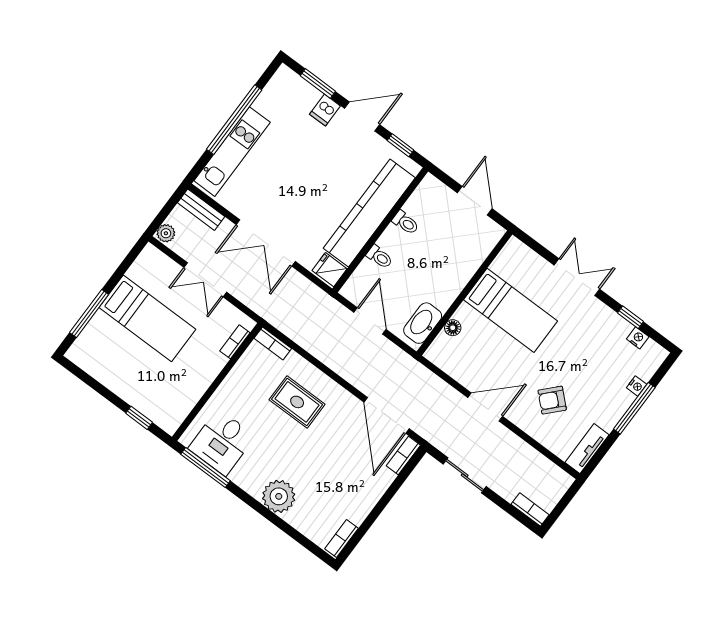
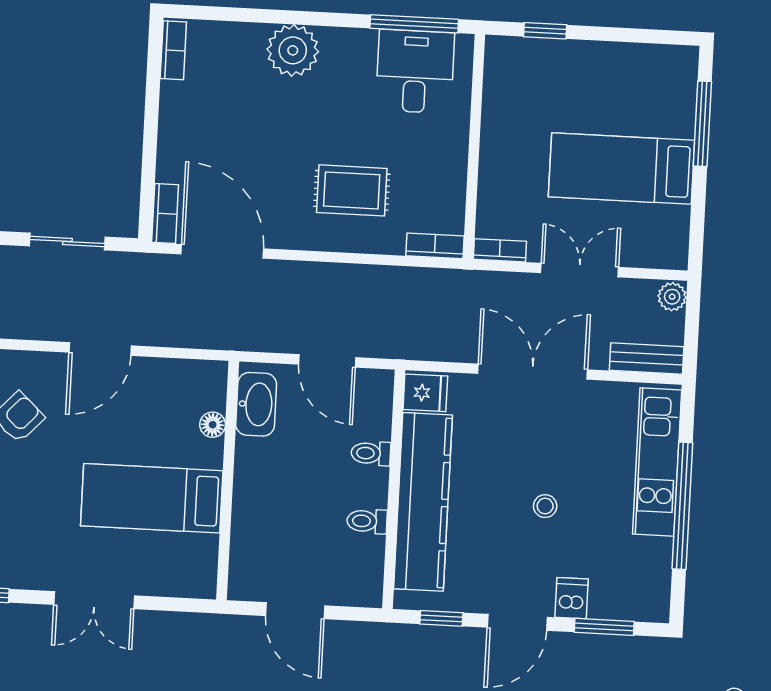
stool: (306, 168) -> (545, 506), added
bookcase: (235, 342) -> (500, 250), moved, turned -90

